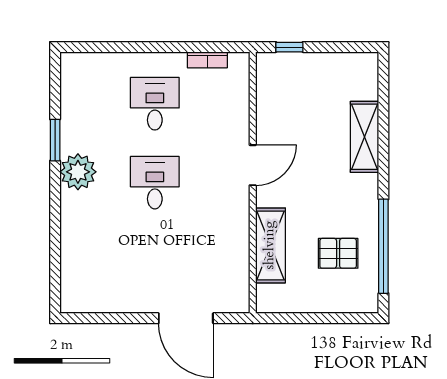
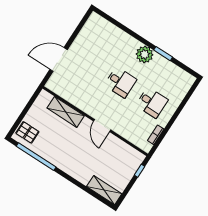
shelving: (364, 137) -> (104, 190), moved
pallet: (338, 253) -> (27, 132), moved, turned 90

